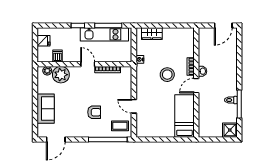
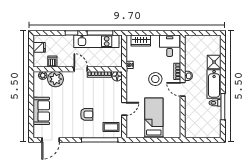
door: (223, 25) -> (208, 33), removed
desk: (182, 39) -> (170, 46), added
floor lamp: (126, 72) -> (117, 76), added
bathtub: (230, 80) -> (214, 84), added
door: (196, 86) -> (183, 89), hinge flipped
door: (134, 106) -> (124, 109), swing flipped
bed: (184, 116) -> (154, 118), moved
shower: (230, 130) -> (214, 62), moved

